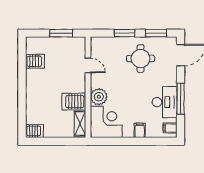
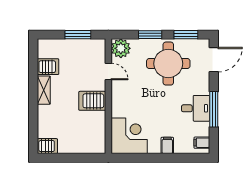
round table: (141, 58) -> (168, 64), width x1.36, depth x1.36
plant: (99, 97) -> (121, 48), moved
server rack: (74, 102) -> (92, 101), moved
desk: (165, 102) -> (196, 108), width x0.73
shelving: (80, 124) -> (44, 90), moved

